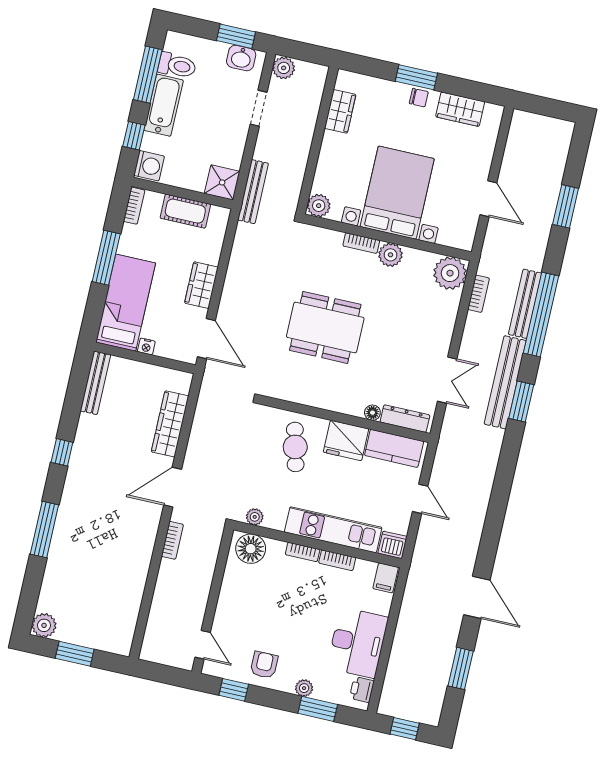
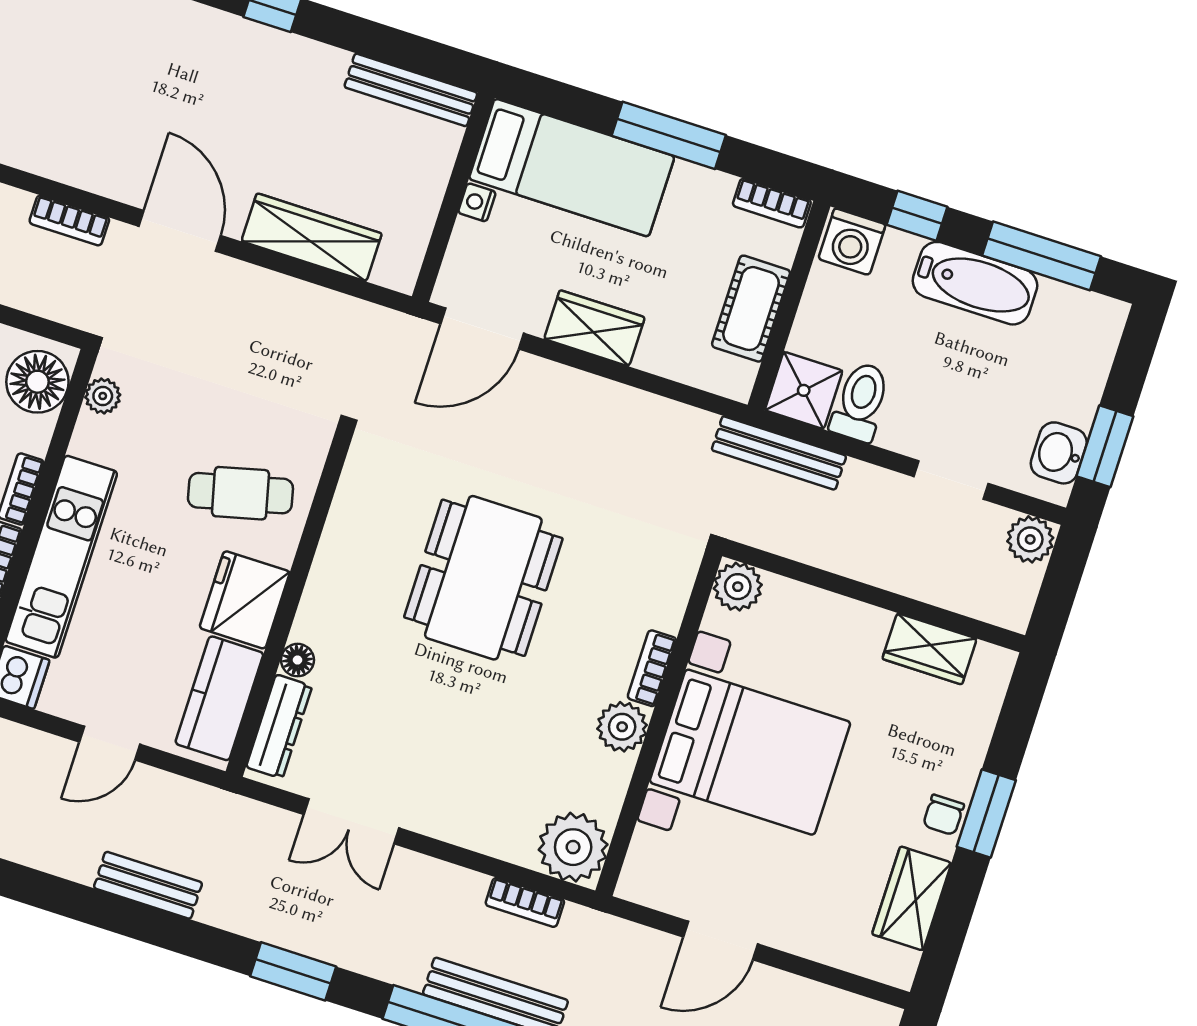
toilet: (177, 66) -> (860, 402), moved, turned 180
bench: (505, 382) -> (148, 885), moved, width x0.54, depth x0.82

